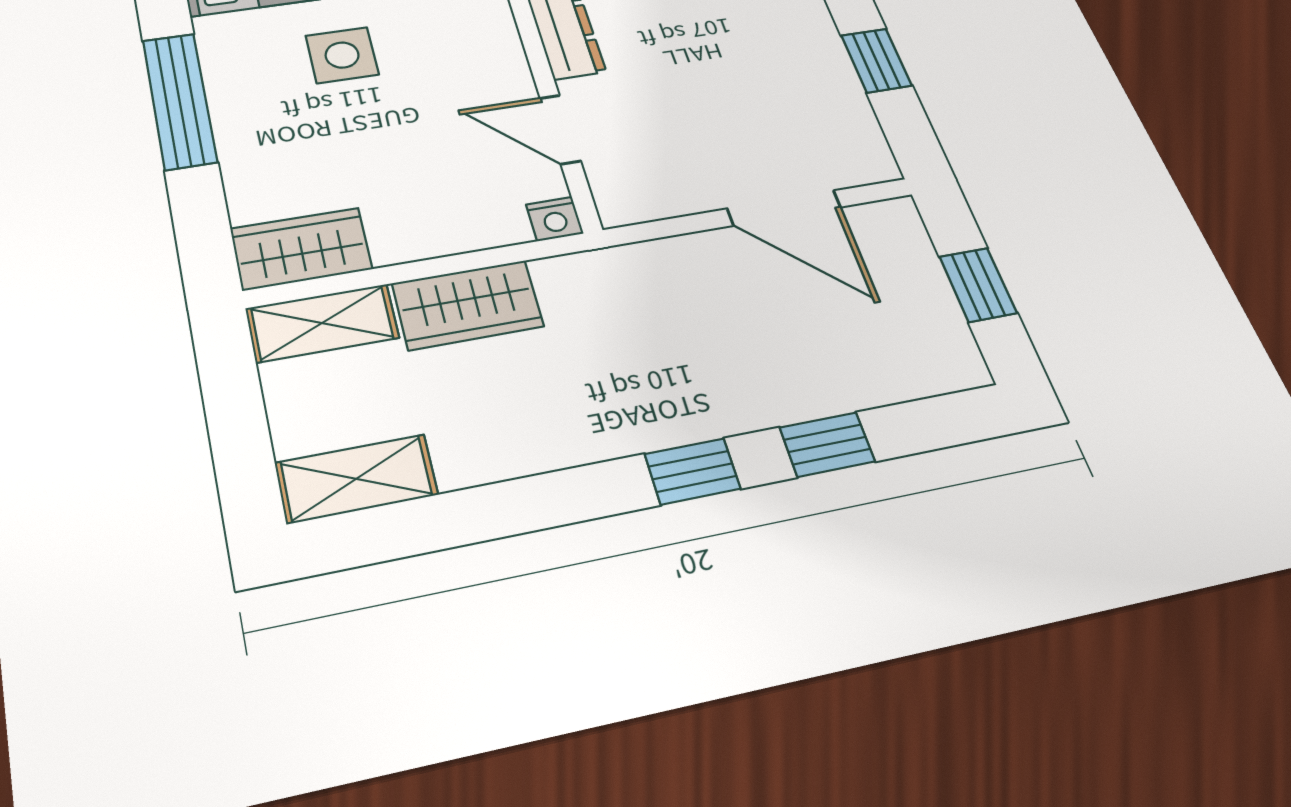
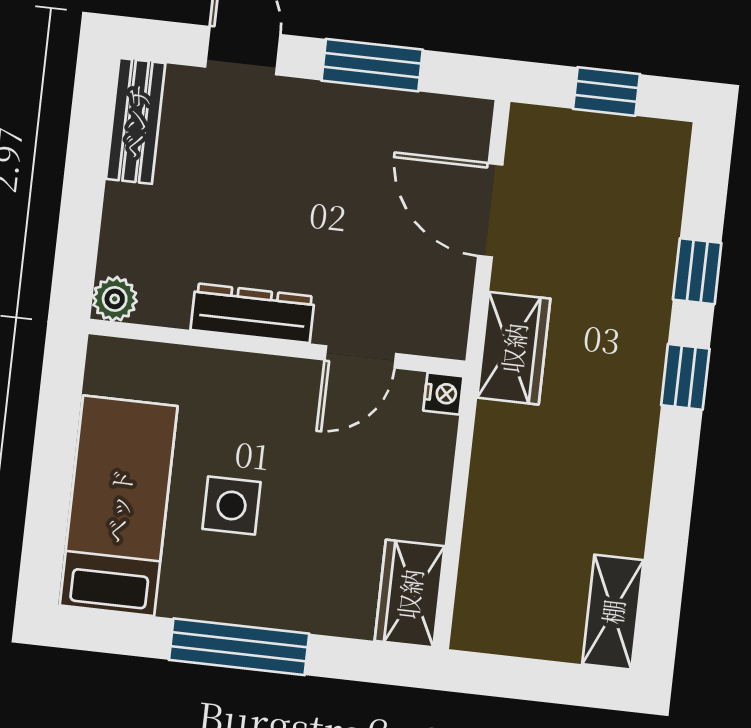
window: (876, 61) -> (372, 65), width x1.50
door: (784, 208) -> (490, 210), swing flipped
wardrobe: (468, 305) -> (514, 348), moved
shelving: (322, 323) -> (479, 598), removed

